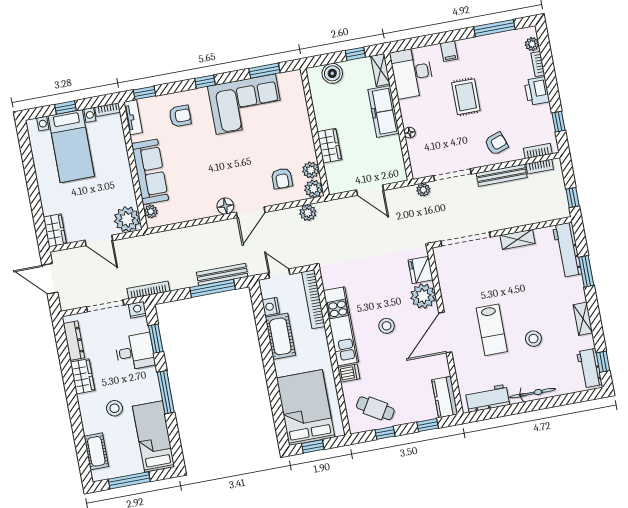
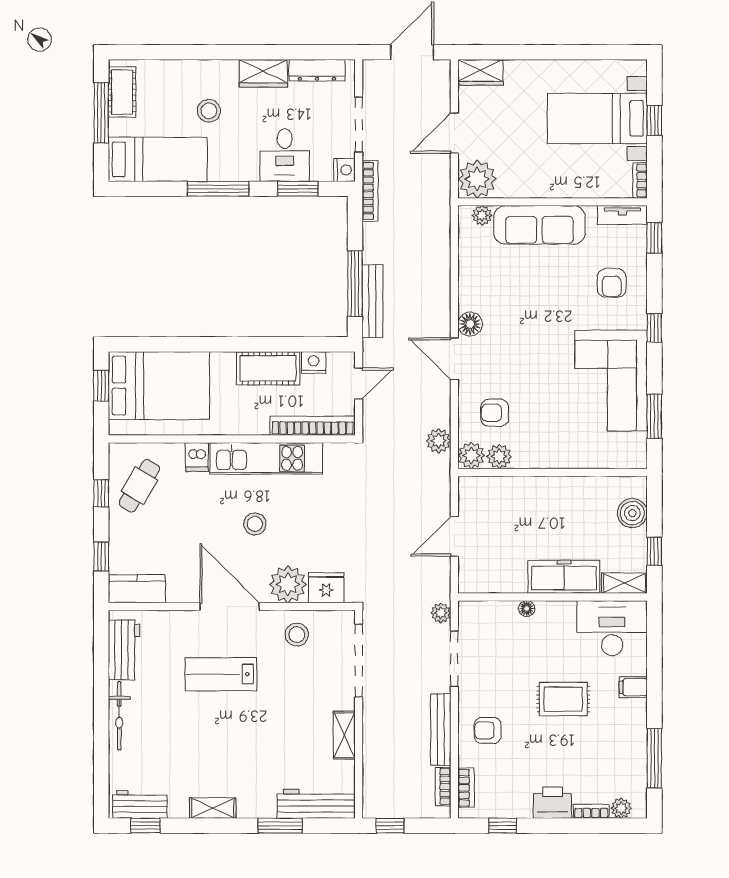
armchair: (496, 144) -> (488, 730), turned 109
wardrobe: (329, 146) -> (529, 490), removed
stool: (533, 339) -> (297, 635), moved
cot: (96, 451) -> (122, 92), moved, turned 90

